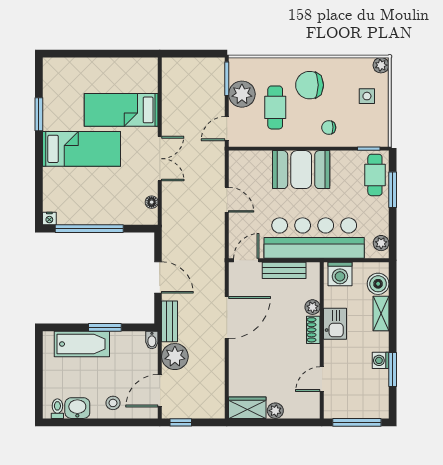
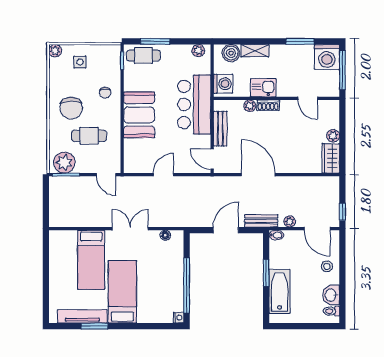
plant: (242, 94) -> (64, 163), moved
tv unit: (51, 99) -> (82, 316), added
bar counter: (314, 238) -> (194, 104), width x0.73
plant: (175, 357) -> (290, 222), width x0.53, depth x0.53
washing machine: (381, 360) -> (327, 57), moved, width x1.89, depth x1.89

